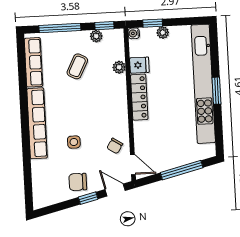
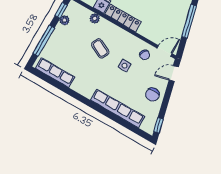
coffee table: (77, 66) -> (100, 48), moved
row of seats: (37, 123) -> (118, 108), moved
side table: (74, 142) -> (124, 66), moved
window: (88, 198) -> (159, 125), moved

